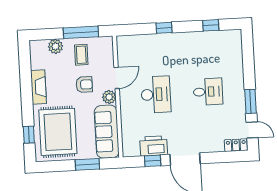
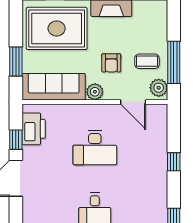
plant: (55, 46) -> (159, 88), moved
door: (117, 78) -> (133, 102), moved
printer: (154, 146) -> (34, 129), moved

